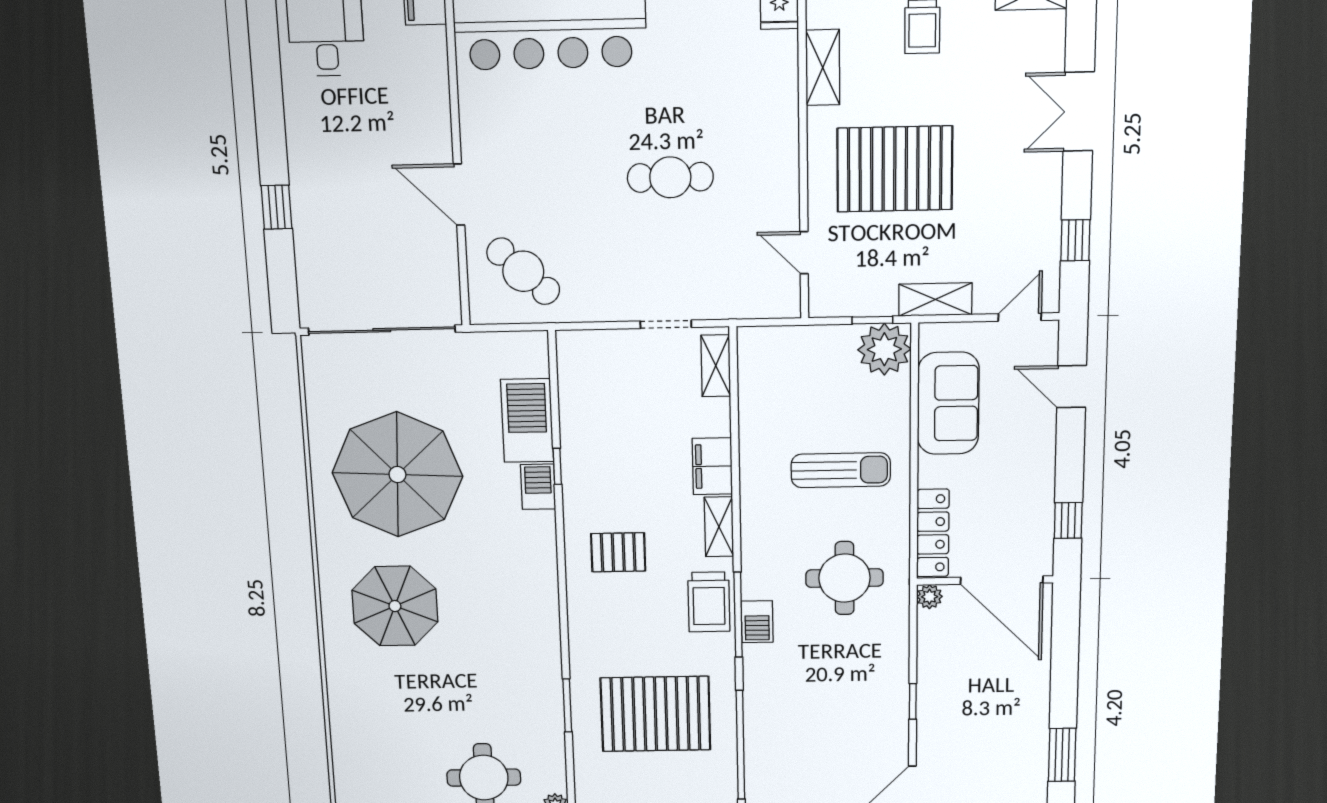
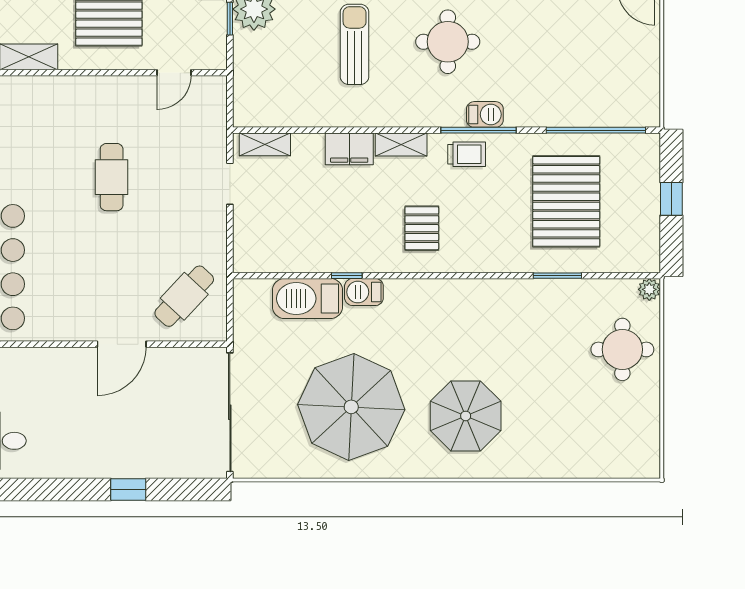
trolley: (709, 602) -> (467, 154), width x0.73, depth x0.72

